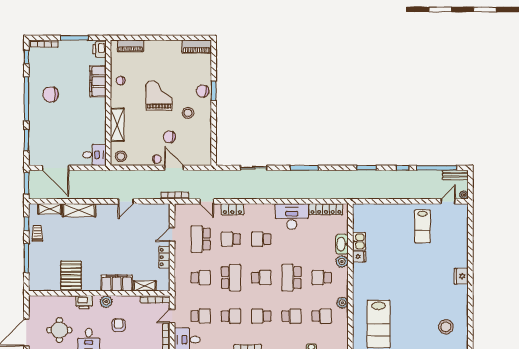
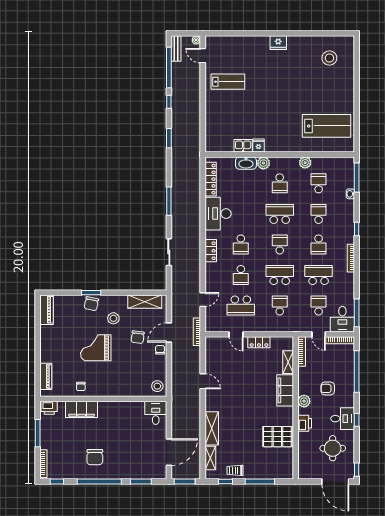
shelving: (117, 125) -> (145, 302), moved
locker: (232, 209) -> (211, 251), moved
school desk: (291, 278) -> (280, 214), turned 180
school desk: (231, 316) -> (319, 275), width x1.85

